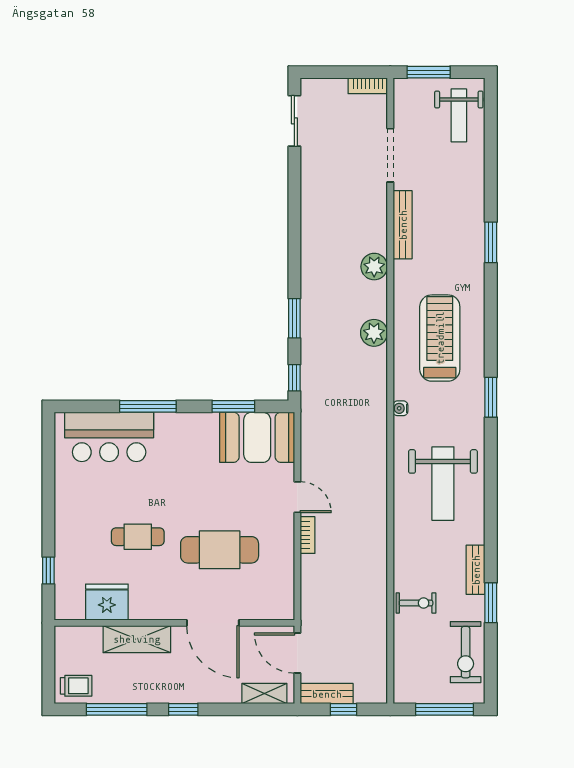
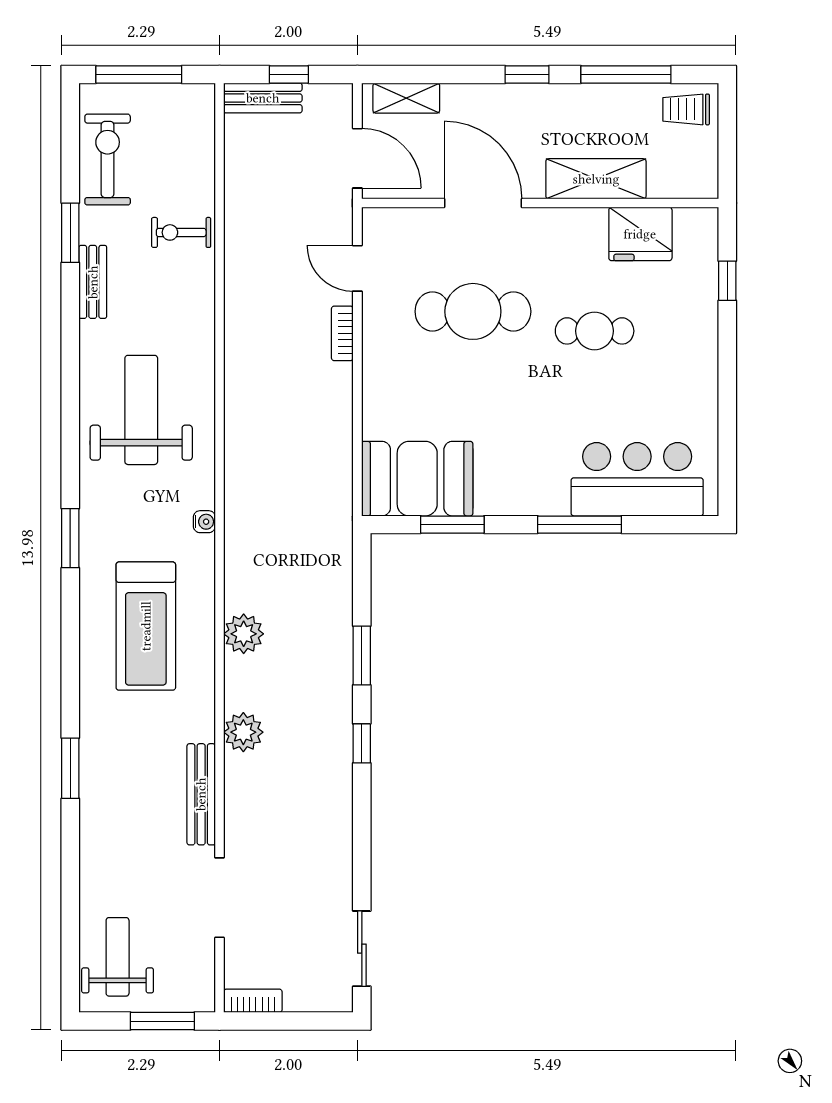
window: (294, 378) -> (362, 743), moved
door: (297, 497) -> (357, 268), moved
bench: (327, 694) -> (263, 98), moved

